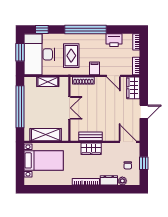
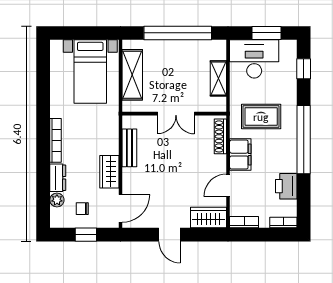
desk: (39, 54) -> (254, 59), width x0.73, depth x0.77
filing cabinet: (95, 68) -> (240, 155), width x2.00
wardrobe: (91, 149) -> (109, 172), moved

